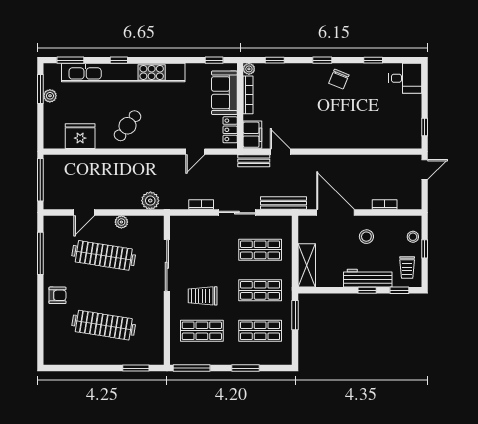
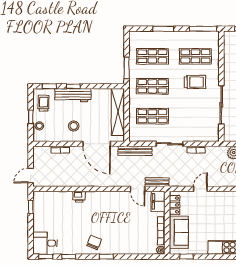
window: (275, 60) -> (46, 257), moved
printer: (359, 141) -> (79, 197), added
shelving: (307, 265) -> (118, 112), width x1.47

